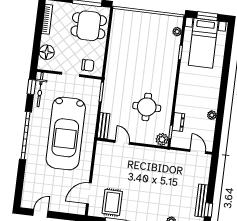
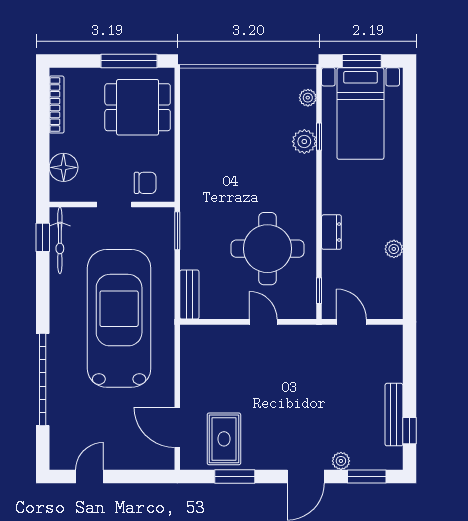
round table: (147, 107) -> (267, 249), width x1.36, depth x1.36
dresser: (178, 122) -> (331, 232), moved
car: (66, 134) -> (119, 318), turned 180
garage door: (25, 136) -> (43, 380), moved
plant: (162, 139) -> (304, 142), moved
door: (122, 142) -> (263, 322), moved
door: (198, 152) -> (351, 322), moved
door: (89, 193) -> (177, 427), hinge flipped

